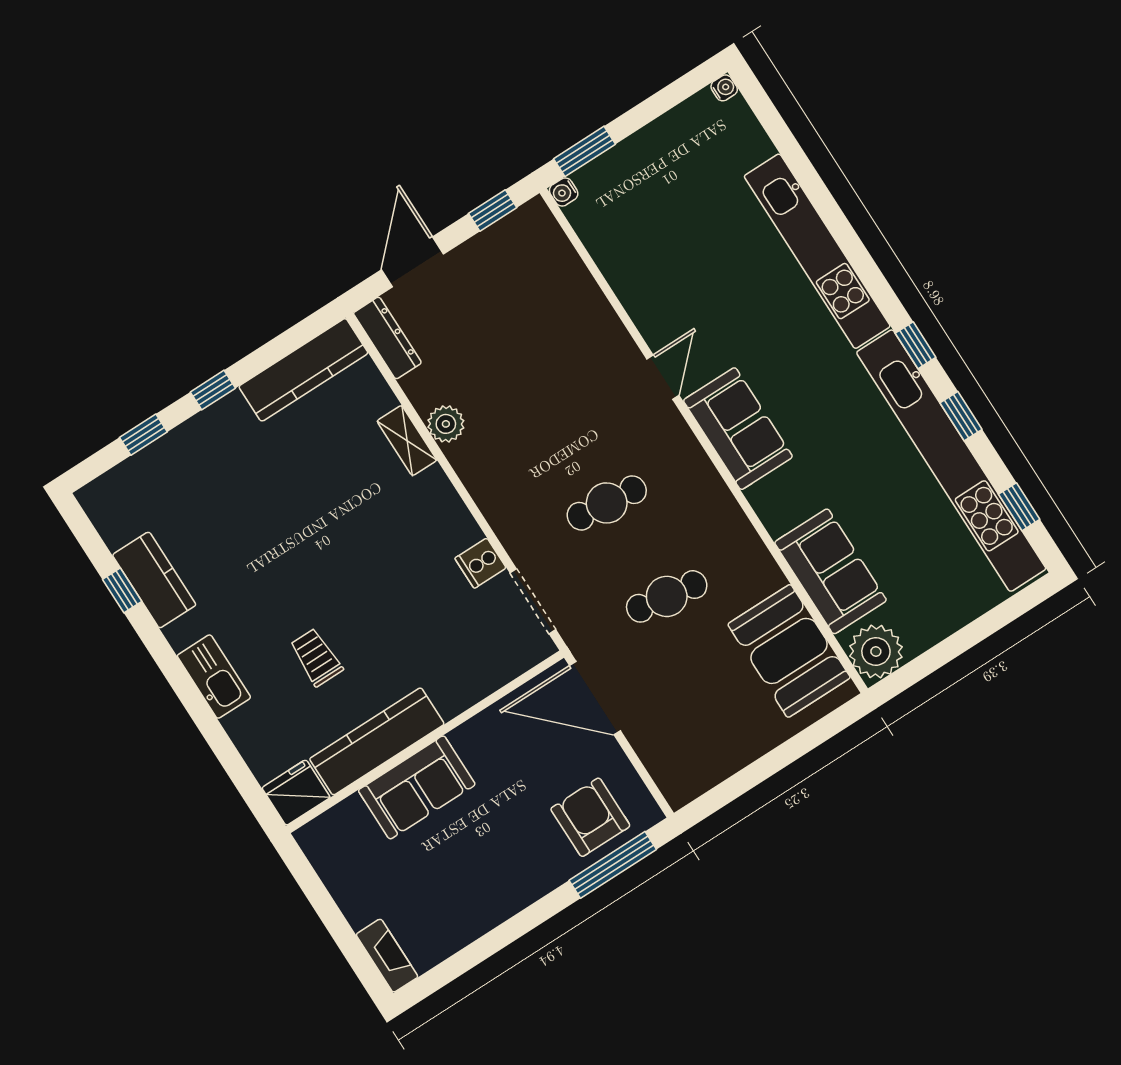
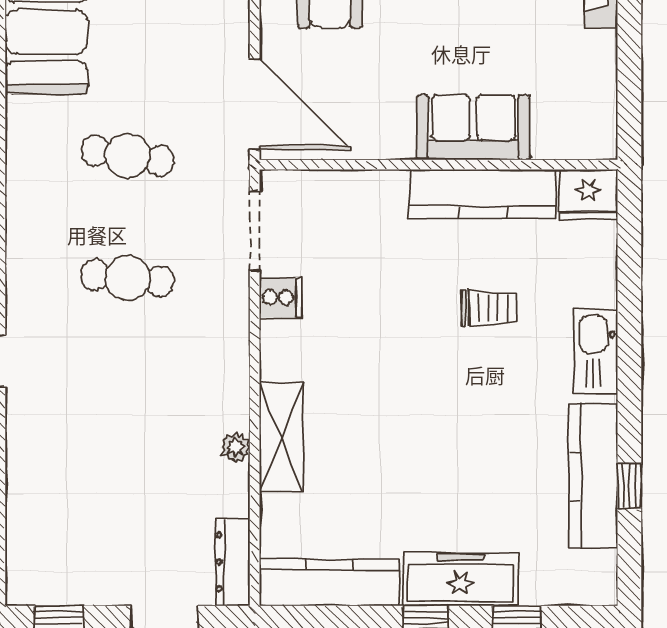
plant: (446, 424) -> (235, 447), width x0.73, depth x0.73
freezer: (205, 437) -> (461, 579), added
shelving: (407, 441) -> (281, 437), width x1.50, depth x1.33
kitchen counter: (154, 580) -> (593, 476), width x1.50
trolley: (316, 657) -> (489, 308), turned -90

